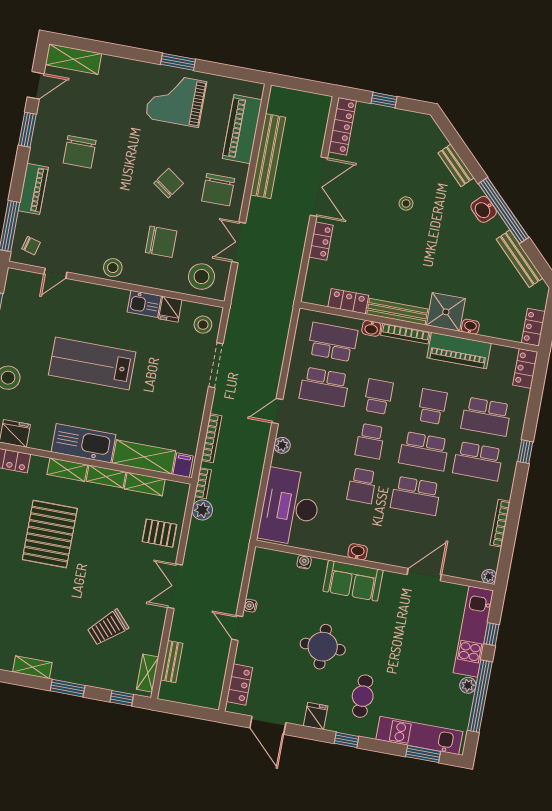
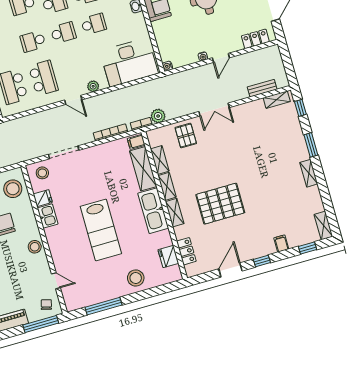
water cooler: (304, 562) -> (167, 66), moved
trolley: (108, 628) -> (261, 138), removed

